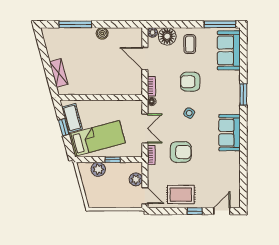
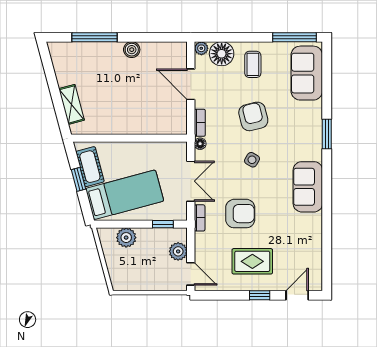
armchair: (190, 82) -> (253, 116), turned 76
window: (113, 160) -> (163, 224), moved
rug: (181, 195) -> (252, 261), moved

